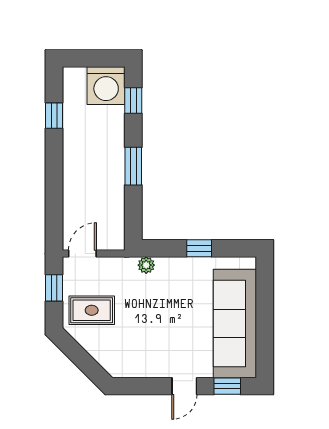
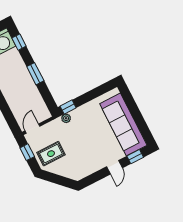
window: (199, 248) -> (68, 107), moved

